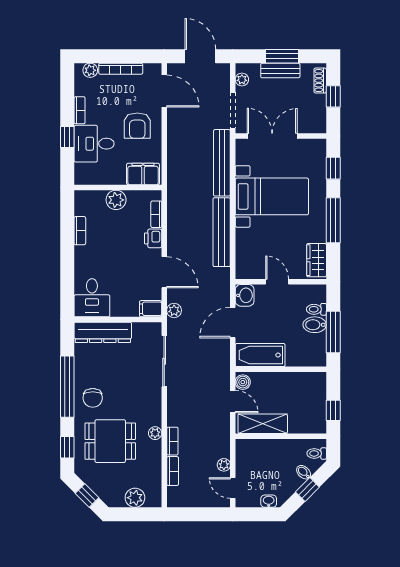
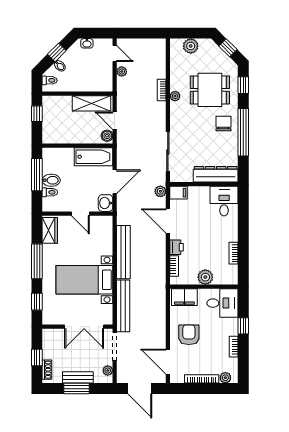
desk: (94, 144) -> (222, 303), moved
bookcase: (173, 471) -> (161, 67), removed

